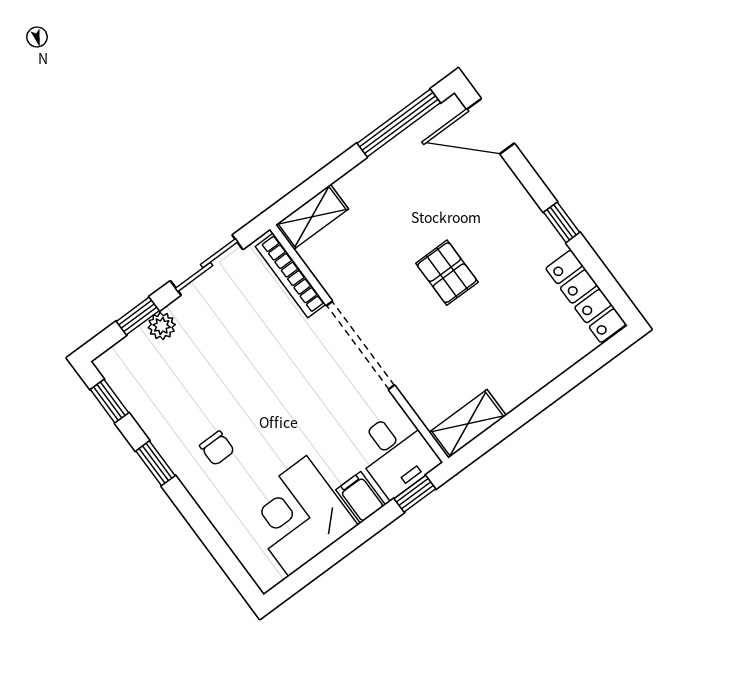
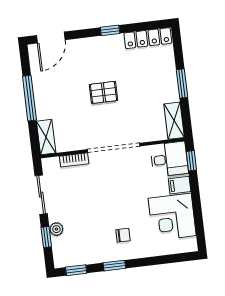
window: (399, 123) -> (29, 98), moved
bookcase: (290, 275) -> (74, 160), width x0.64
window: (540, 401) -> (182, 83), added

